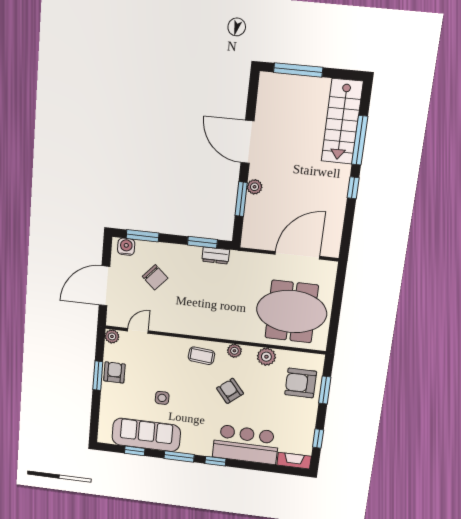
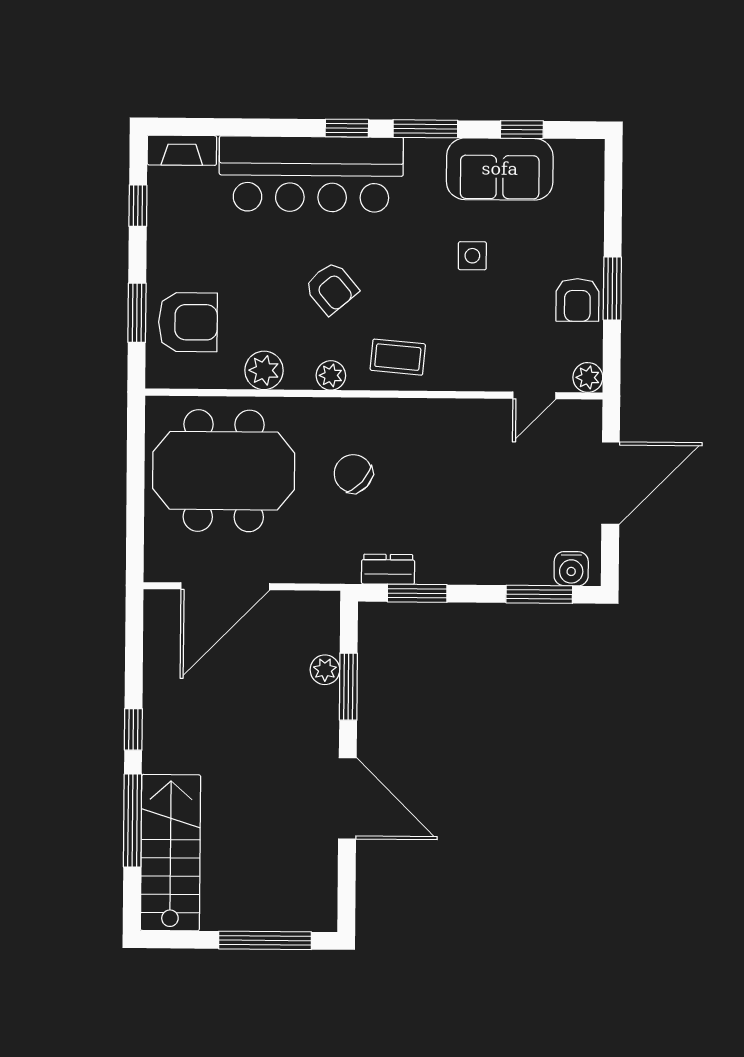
plant: (255, 187) -> (325, 670), moved
chair: (155, 277) -> (353, 474), moved
sofa: (146, 435) -> (500, 169), width x0.73
bar counter: (246, 444) -> (311, 174), width x1.36

